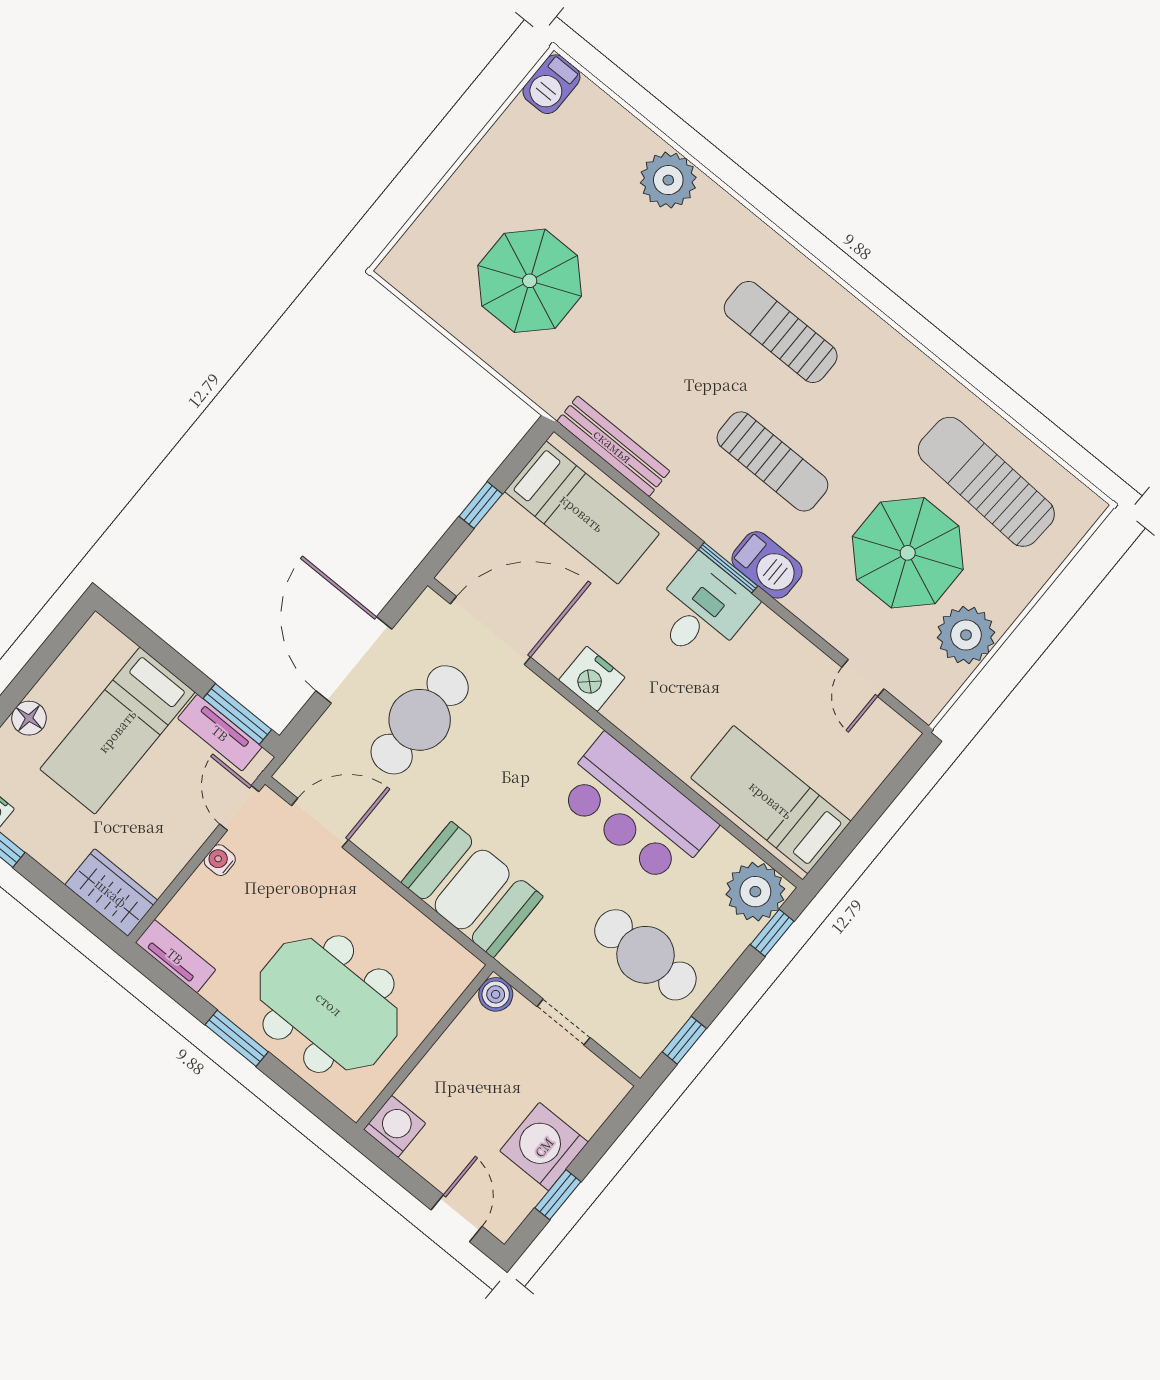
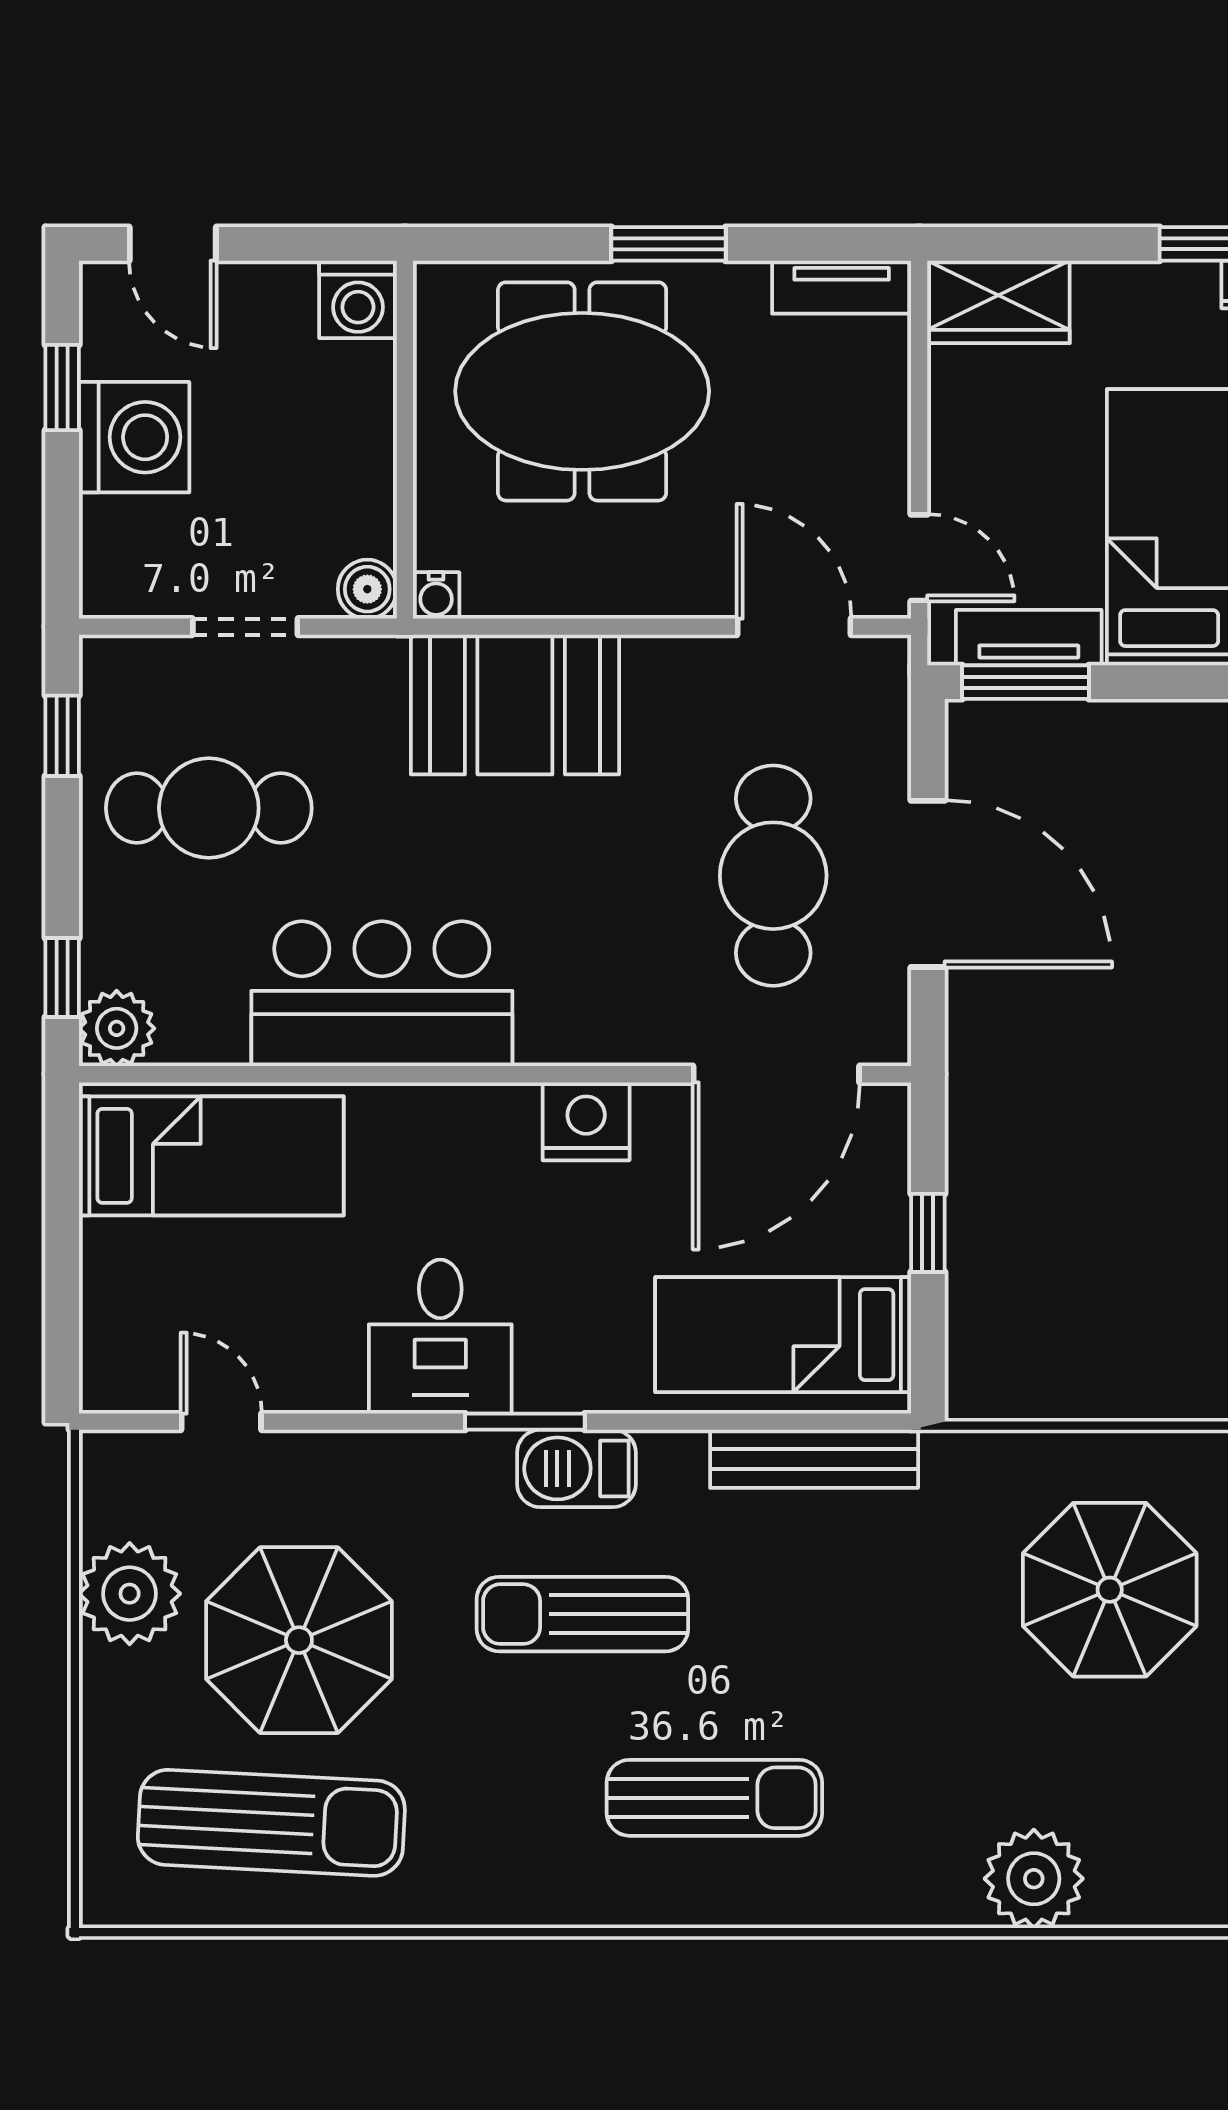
barbecue: (767, 565) -> (576, 1468), moved
desk: (702, 610) -> (440, 1337), moved
door: (320, 823) -> (794, 627), swing flipped
water cooler: (220, 860) -> (436, 595), moved, turned 90
plant: (755, 892) -> (117, 1028), width x0.73, depth x0.73

